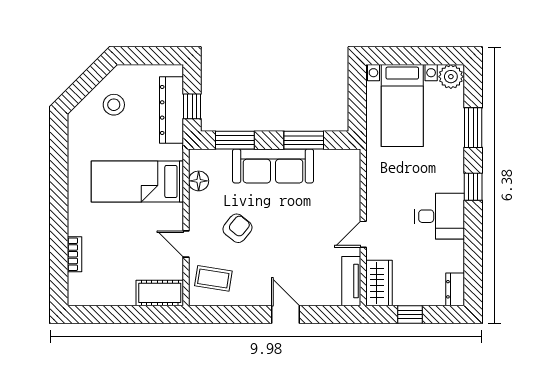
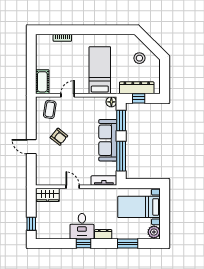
window: (304, 140) -> (121, 156), width x1.44
floor lamp: (199, 181) -> (111, 102), moved
window: (473, 187) -> (83, 243), moved
armchair: (237, 228) -> (59, 137), moved
tv unit: (351, 281) -> (104, 181), moved
dresser: (455, 289) -> (103, 234), moved
door: (286, 314) -> (31, 147), swing flipped
window: (410, 314) -> (31, 224), moved

